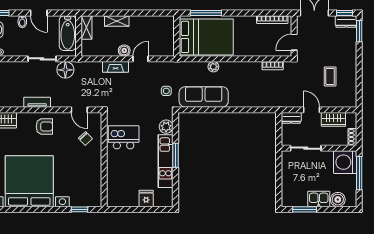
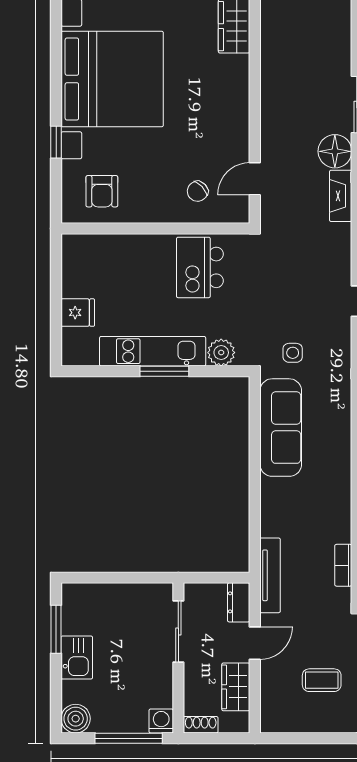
fireplace: (115, 67) -> (341, 196), moved
plant: (213, 67) -> (341, 447), removed
tv unit: (37, 102) -> (270, 575), moved, width x1.41
armchair: (44, 127) -> (102, 191), moved
kitchen island: (124, 137) -> (200, 267), turned 180
washing machine: (345, 162) -> (161, 721), width x0.53, depth x0.53
boiler: (338, 200) -> (76, 719), moved
window: (79, 209) -> (56, 142), moved

